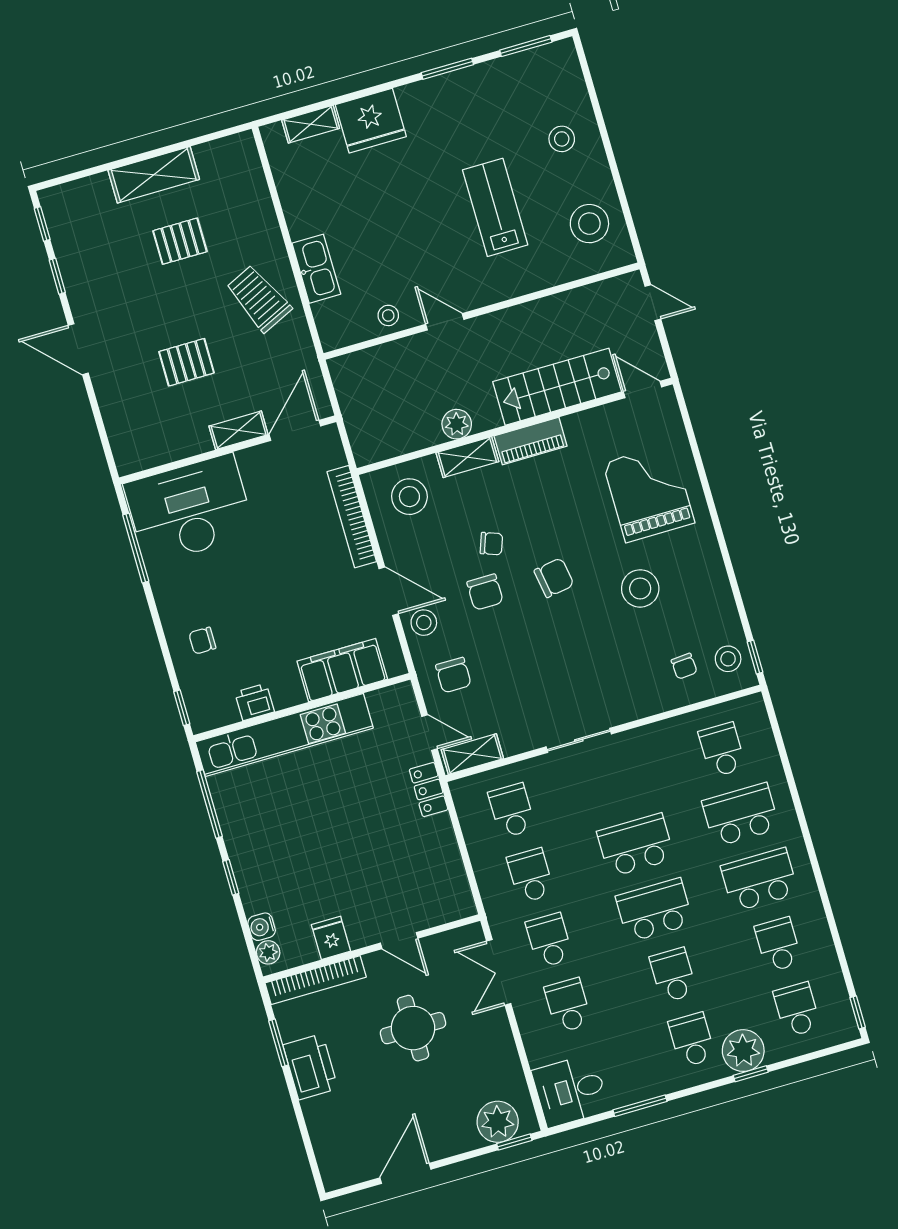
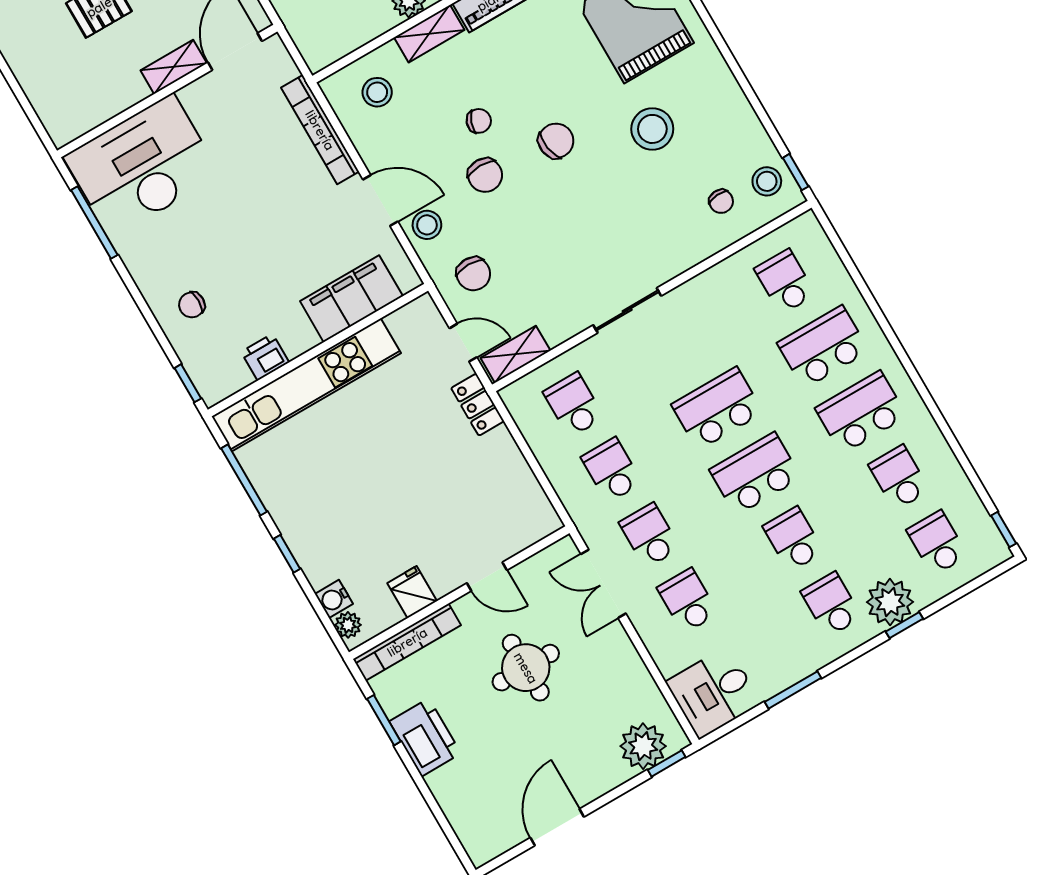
stool: (409, 497) -> (377, 92), width x0.73, depth x0.73

